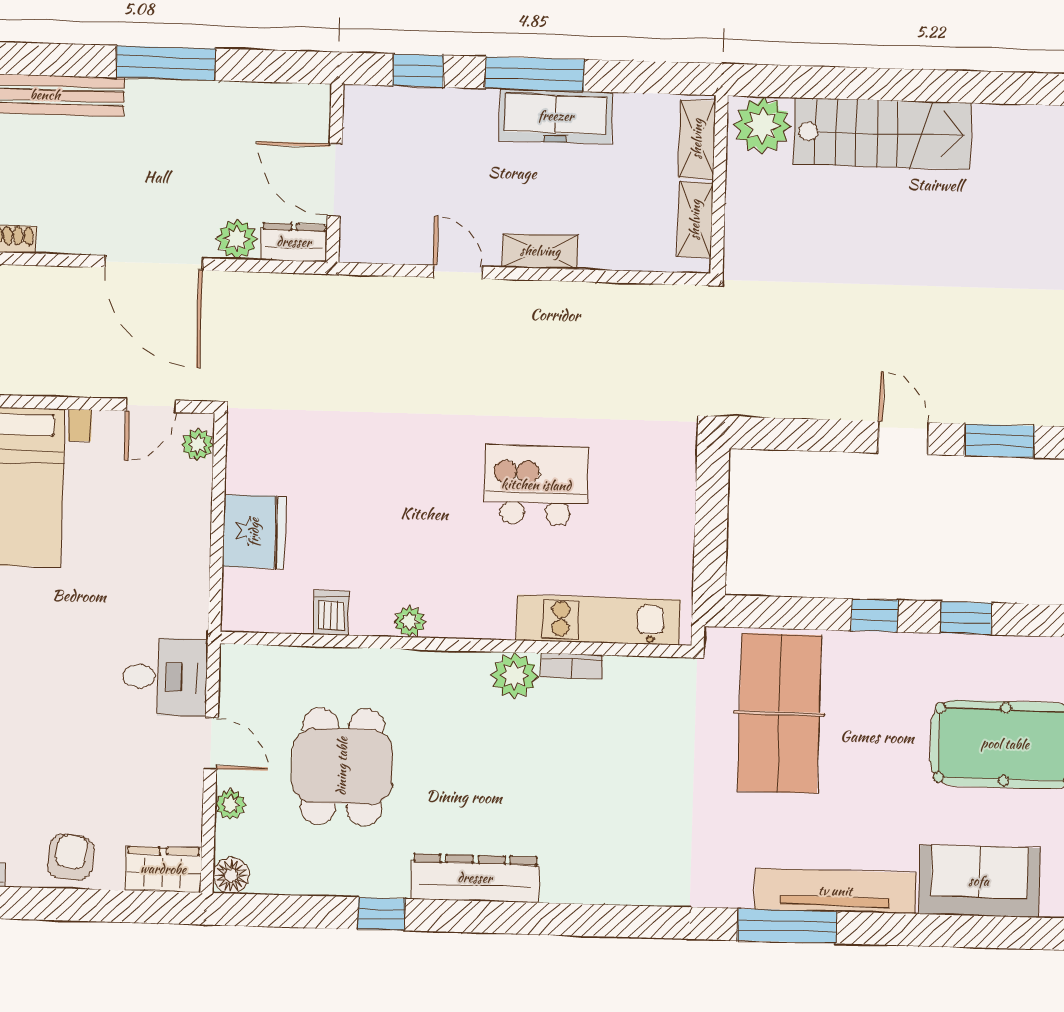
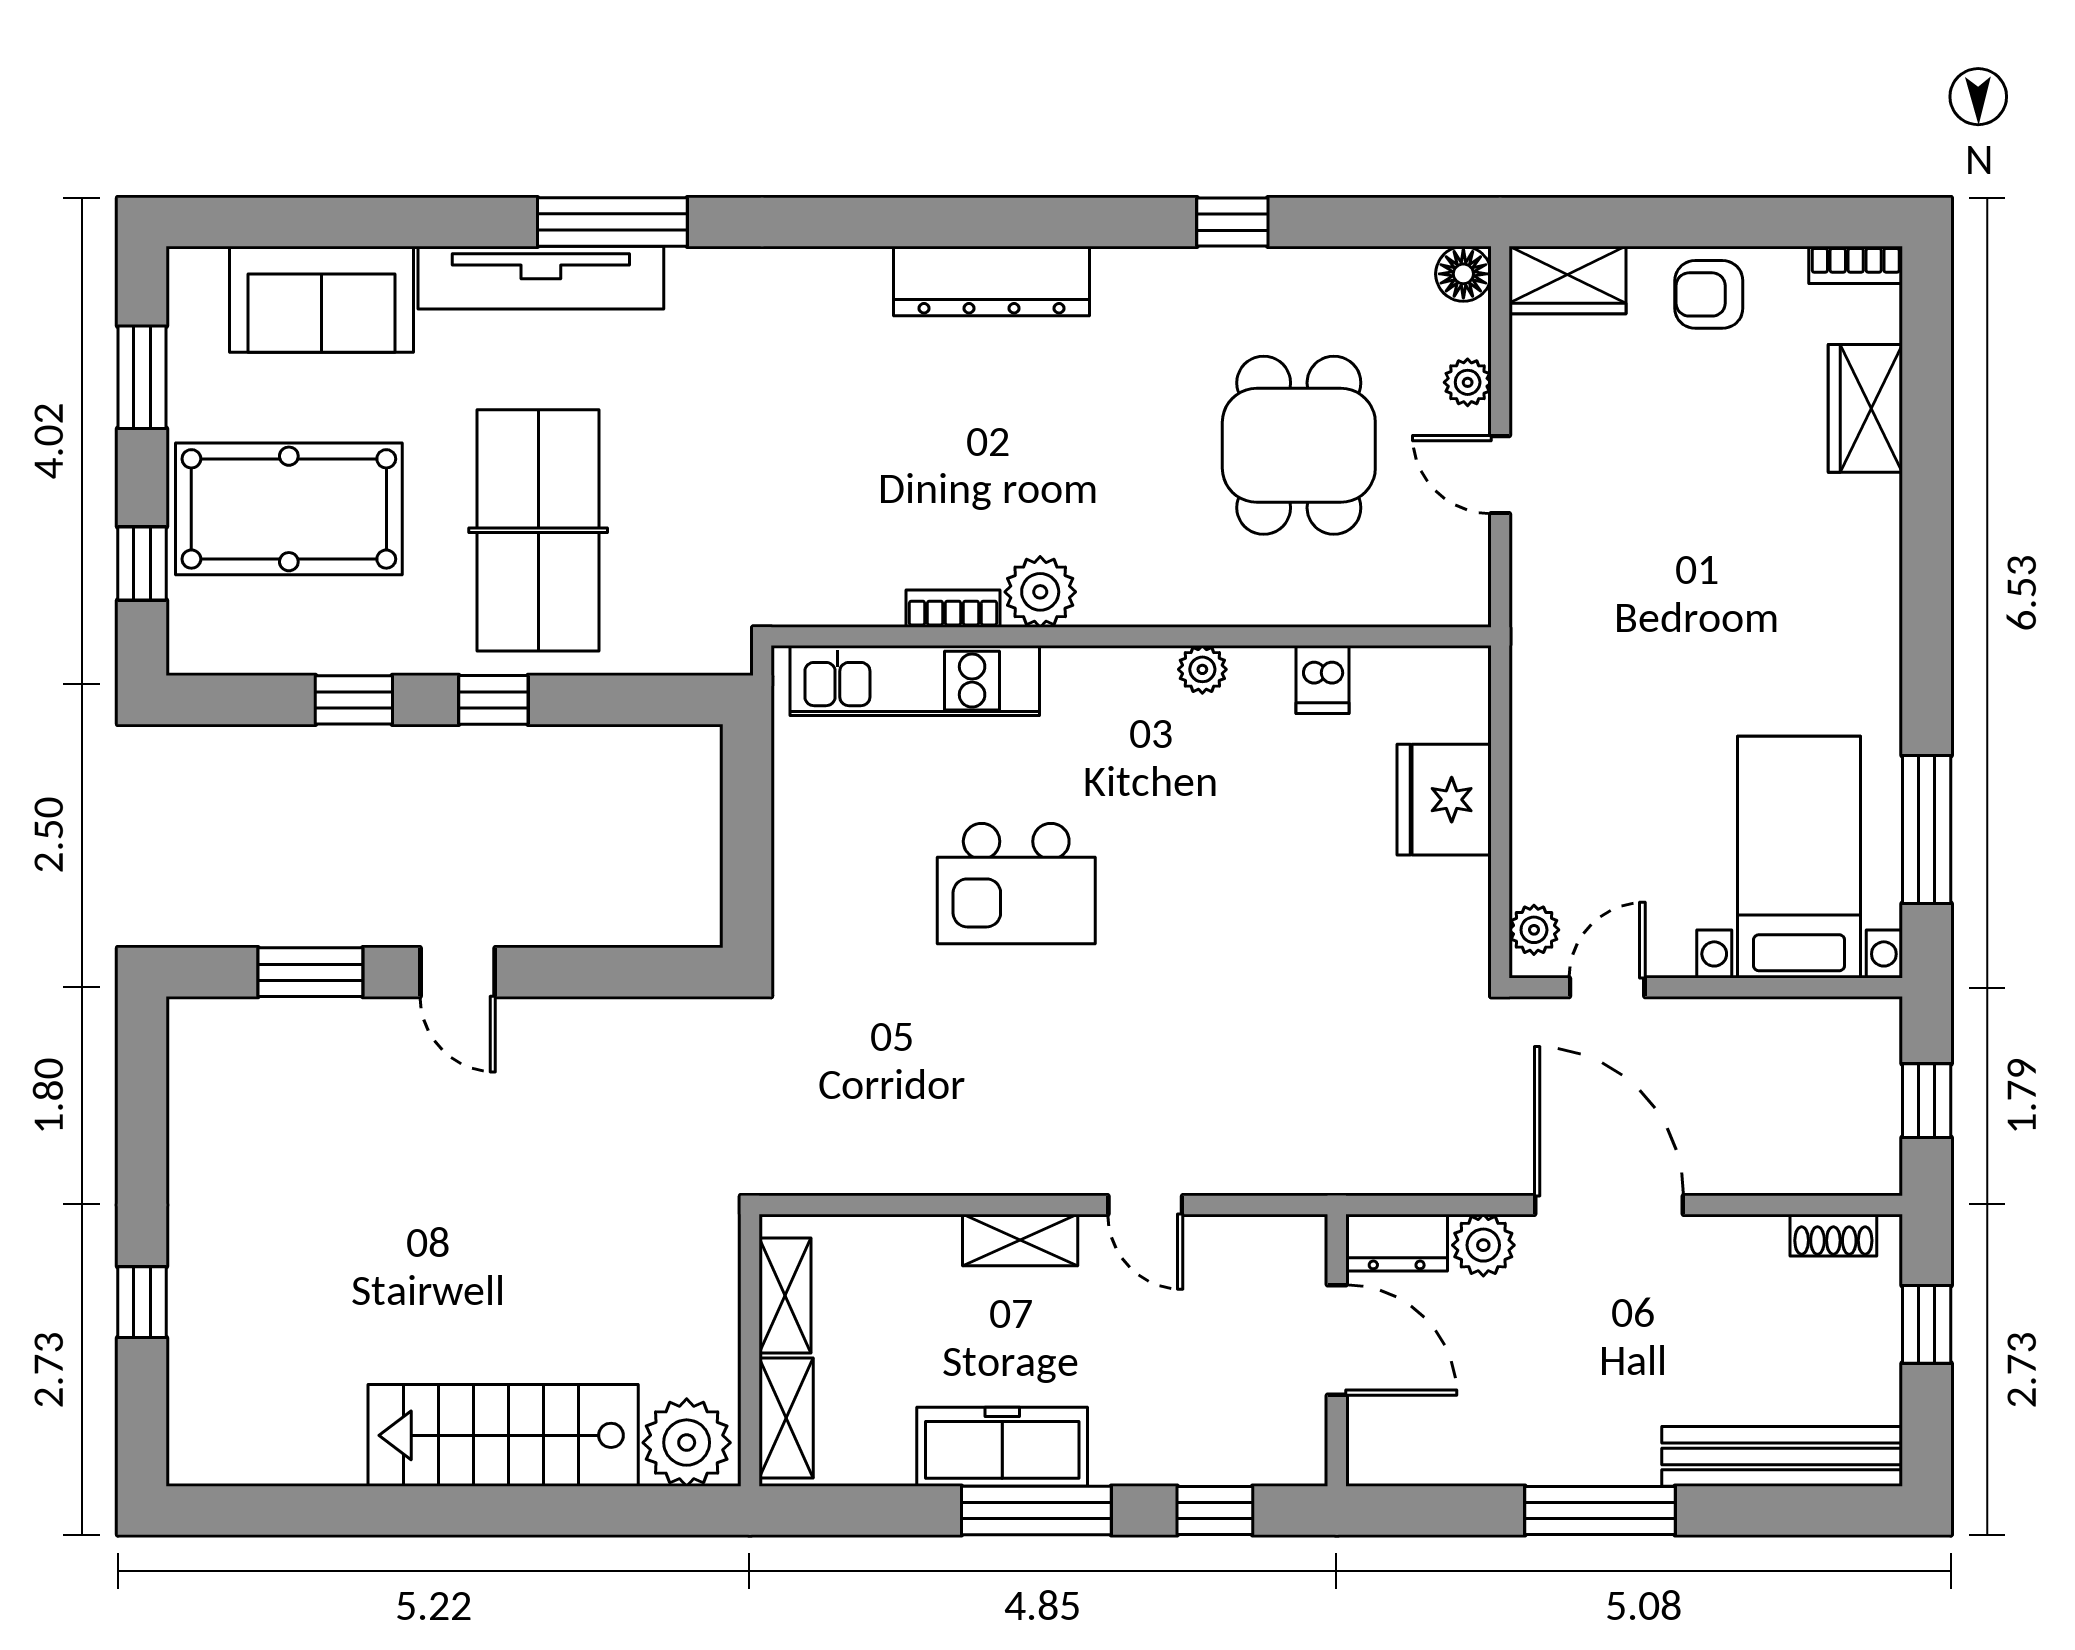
desk: (165, 677) -> (1573, 574), removed
table tennis table: (779, 713) -> (538, 530), moved
armchair: (71, 857) -> (1709, 294), turned 84
dresser: (475, 878) -> (992, 281), moved

